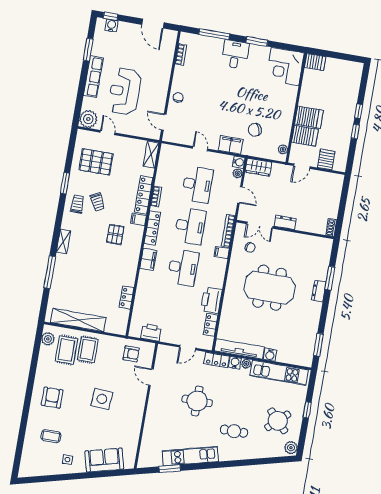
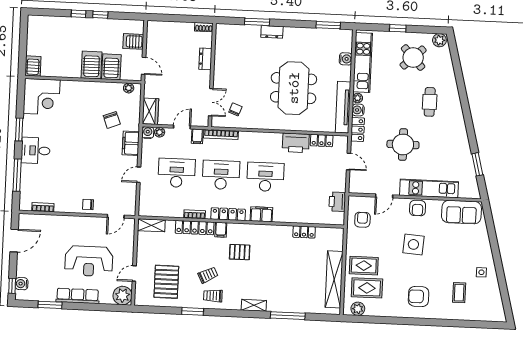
dresser: (285, 222) -> (205, 59), moved
filing cabinet: (222, 253) -> (197, 136), moved
meeting table: (270, 288) -> (294, 88), moved
water cooler: (270, 355) -> (346, 59), moved
armchair: (136, 407) -> (418, 208), added
kitchen unit: (190, 456) -> (429, 188), moved, turned 104
sofa: (104, 460) -> (461, 212), moved, turned -76

